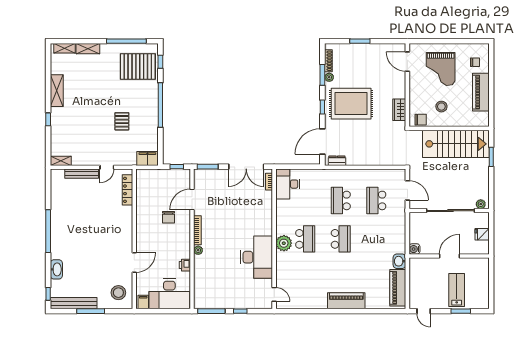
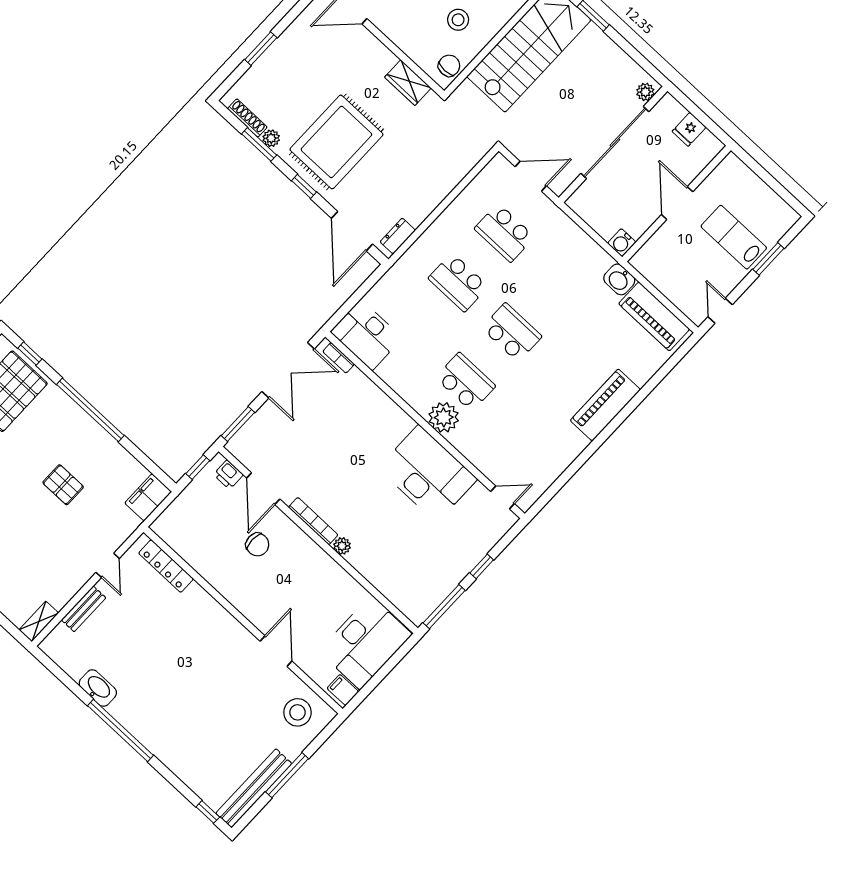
bench: (82, 174) -> (84, 609), width x0.73
printer: (185, 265) -> (228, 475), moved
washbasin: (56, 269) -> (98, 688), moved
door: (424, 311) -> (720, 311), swing flipped

